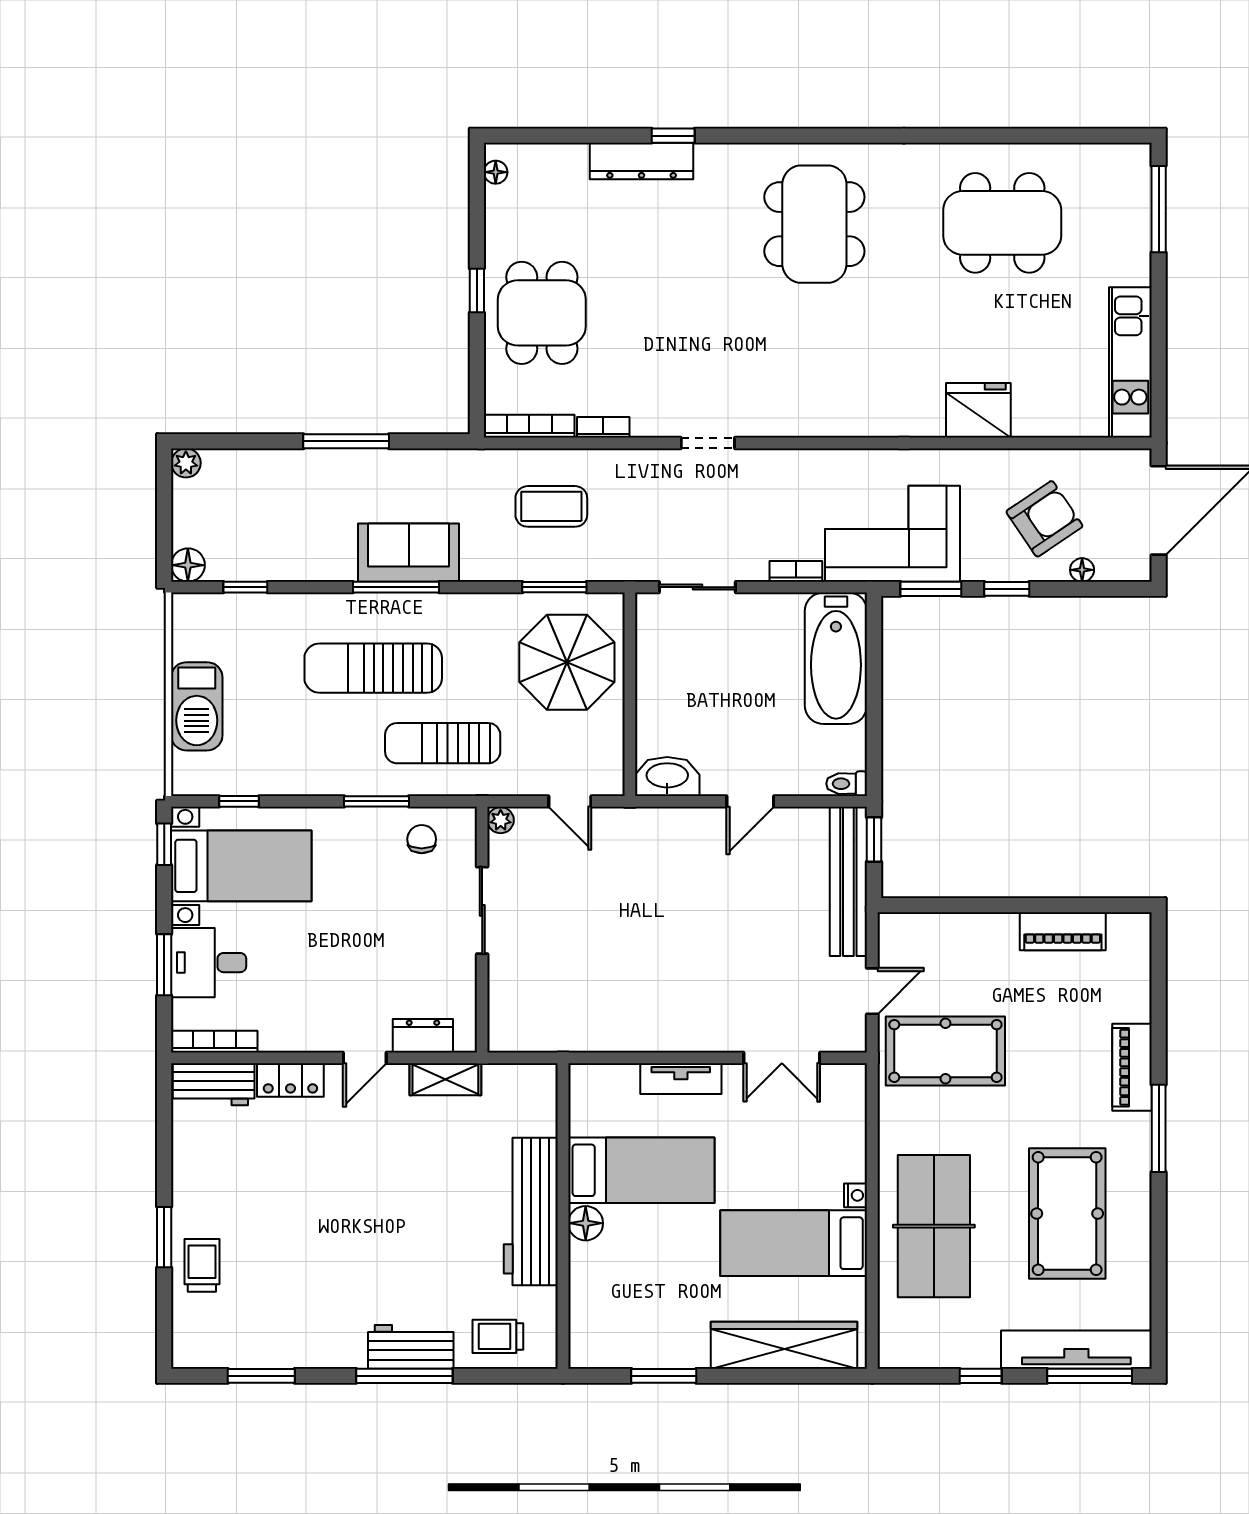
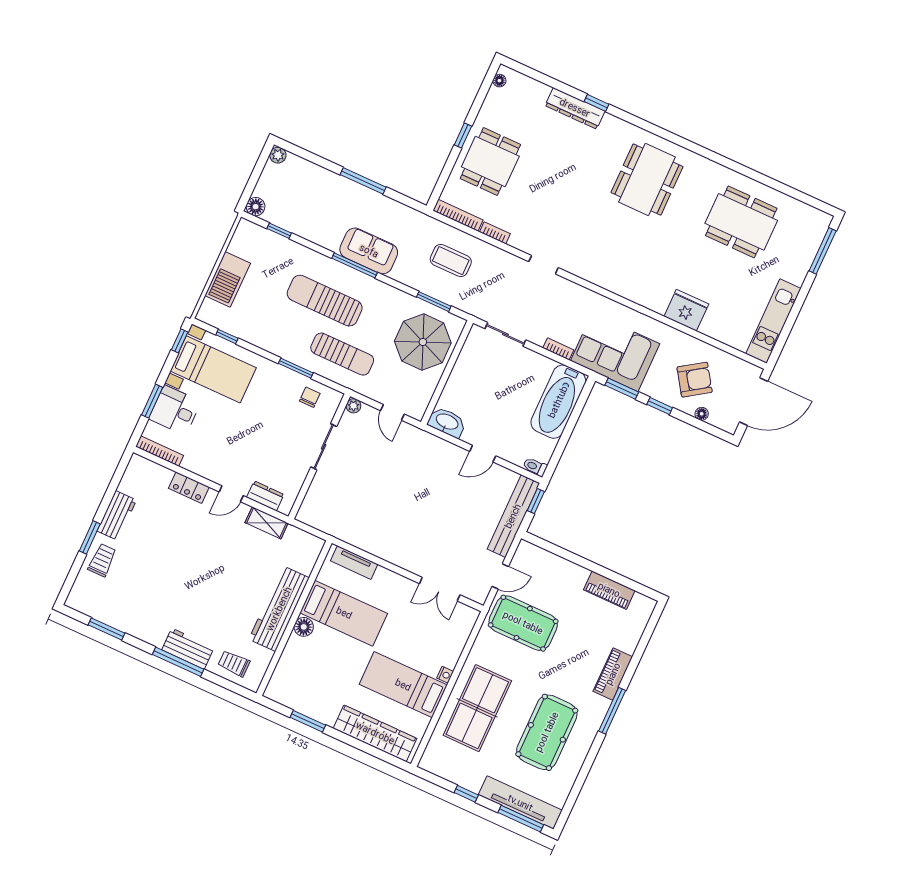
sun lounger: (443, 743) -> (342, 354), turned 180
tv unit: (681, 1079) -> (354, 563), moved
workbench: (214, 1084) -> (117, 515), moved, turned -90

